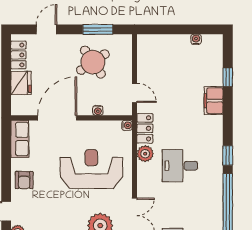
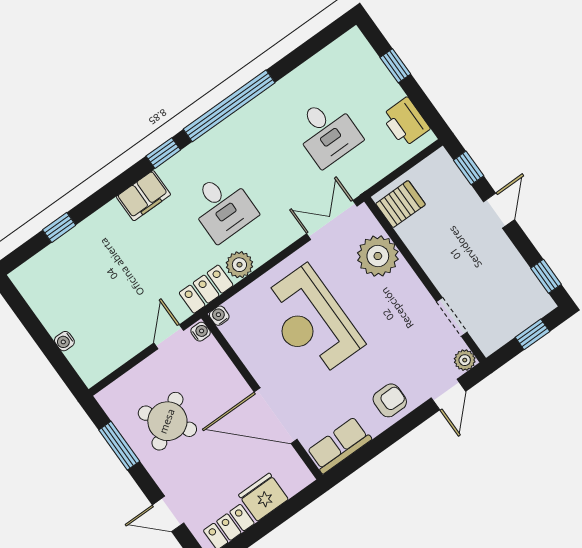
water cooler: (196, 39) -> (64, 341), moved
filing cabinet: (214, 101) -> (144, 196), moved
water cooler: (98, 110) -> (201, 332), moved

